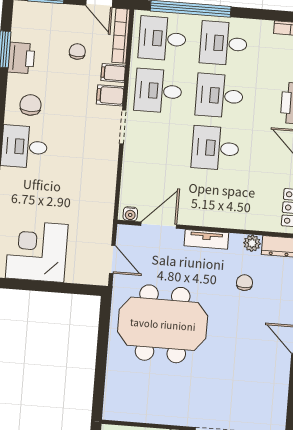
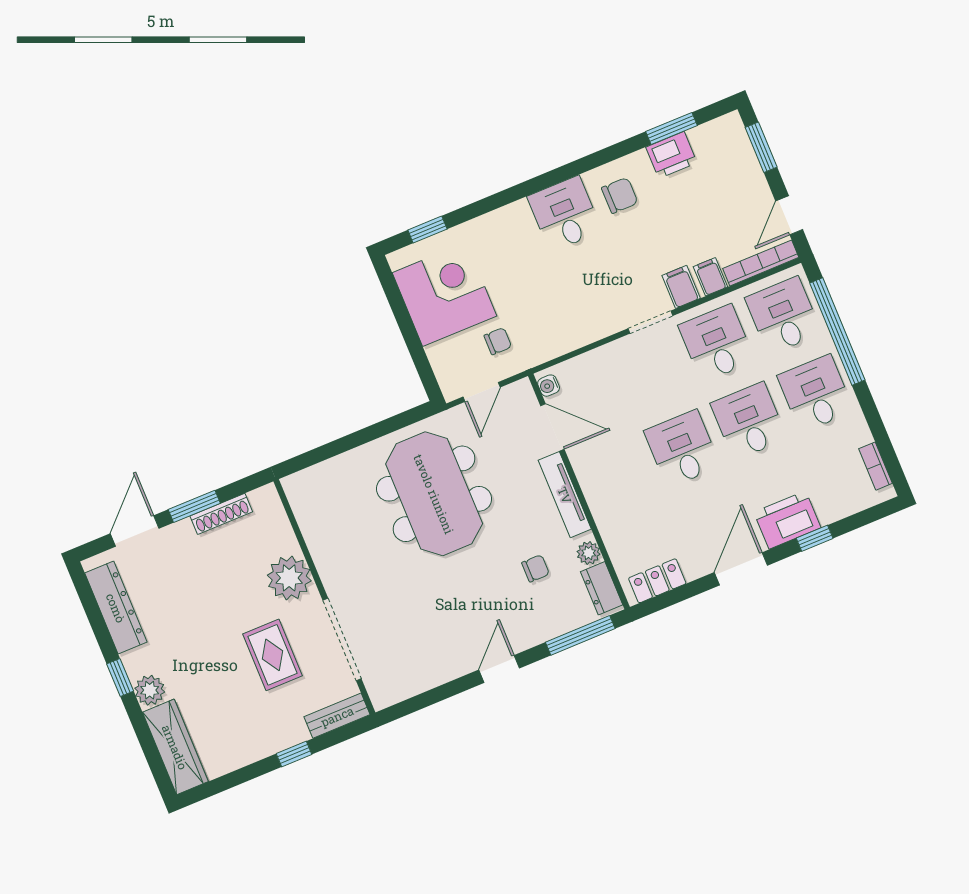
chair: (77, 51) -> (498, 341), moved
tv unit: (206, 239) -> (565, 495), width x1.41

